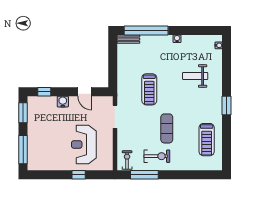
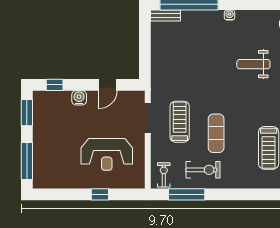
treadmill: (149, 89) -> (180, 122), moved, turned 180
door: (85, 92) -> (108, 85), hinge flipped
reception desk: (84, 144) -> (107, 154), turned -90

